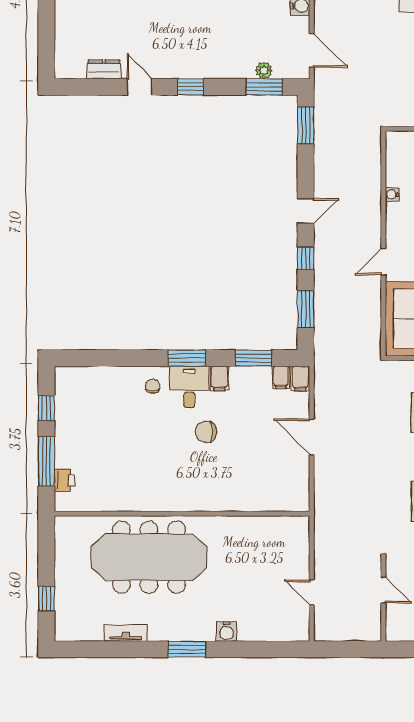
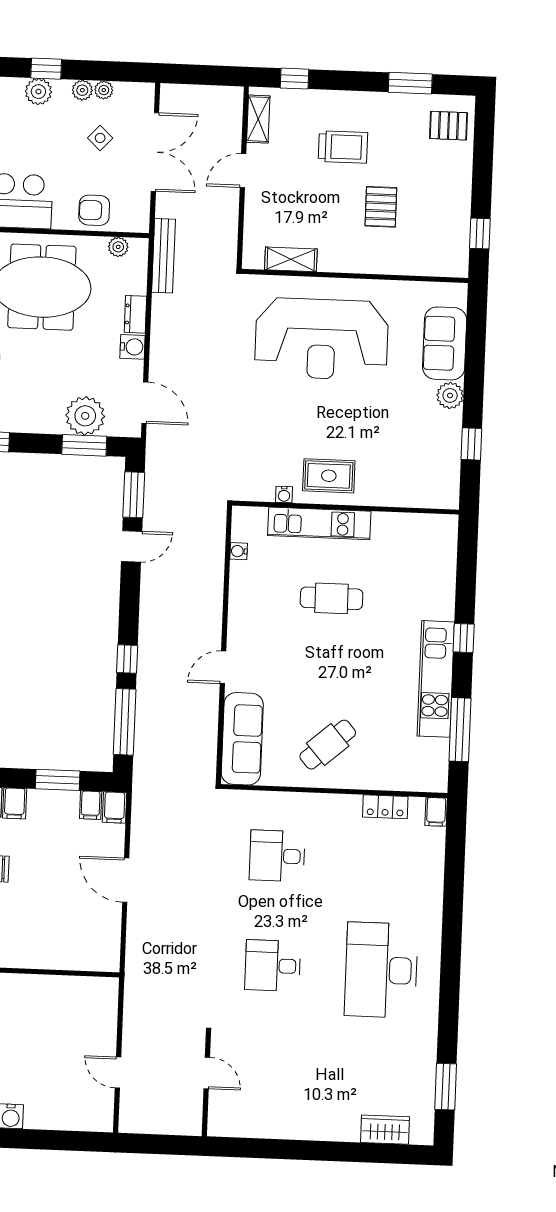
plant: (264, 70) -> (85, 416), width x1.87, depth x1.87
water cooler: (392, 195) -> (239, 551), moved
door: (306, 211) -> (132, 546), moved
window: (306, 309) -> (125, 722), width x1.44

